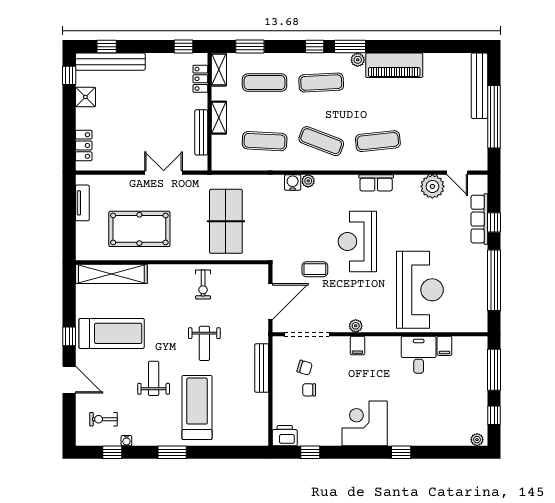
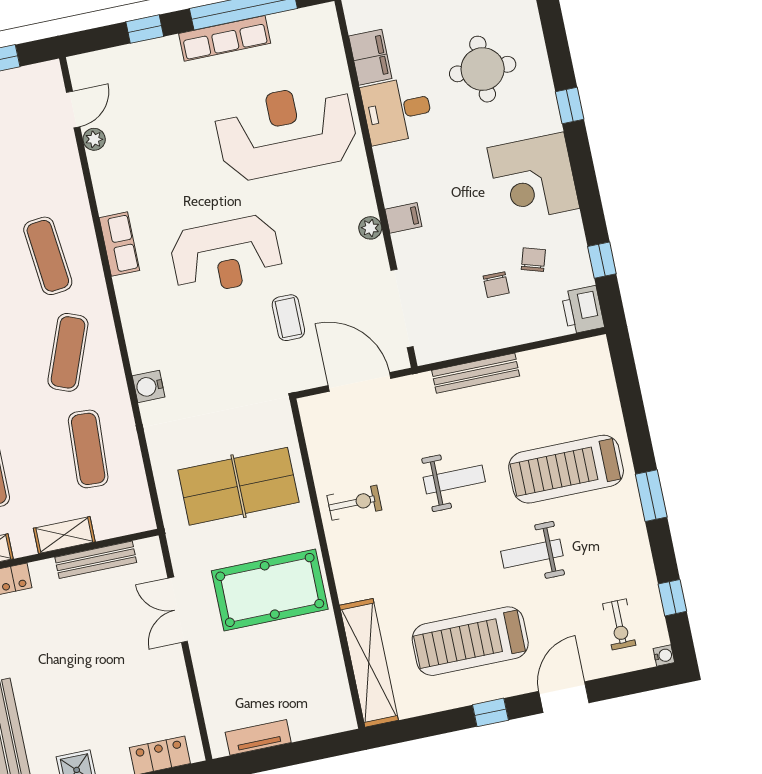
plant: (308, 181) -> (140, 360), removed
plant: (432, 186) -> (94, 139), width x0.53, depth x0.53
row of seats: (479, 219) -> (225, 38), moved
pool table: (139, 229) -> (270, 590), moved, turned 90
treadmill: (112, 333) -> (470, 641), turned -90
filing cabinet: (444, 346) -> (370, 57), width x2.00
chair: (305, 368) -> (533, 260), moved
round table: (432, 408) -> (483, 69), added
water cooler: (126, 441) -> (664, 656), moved

